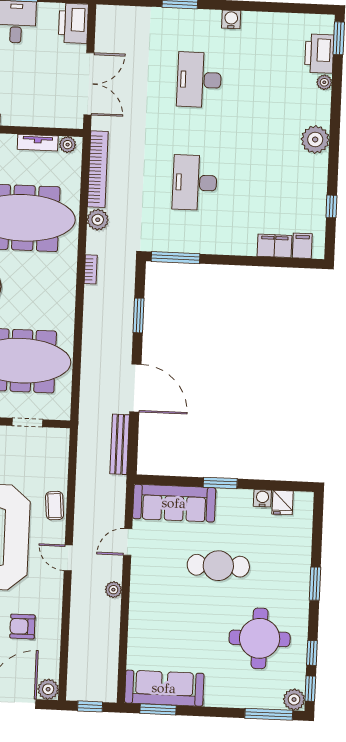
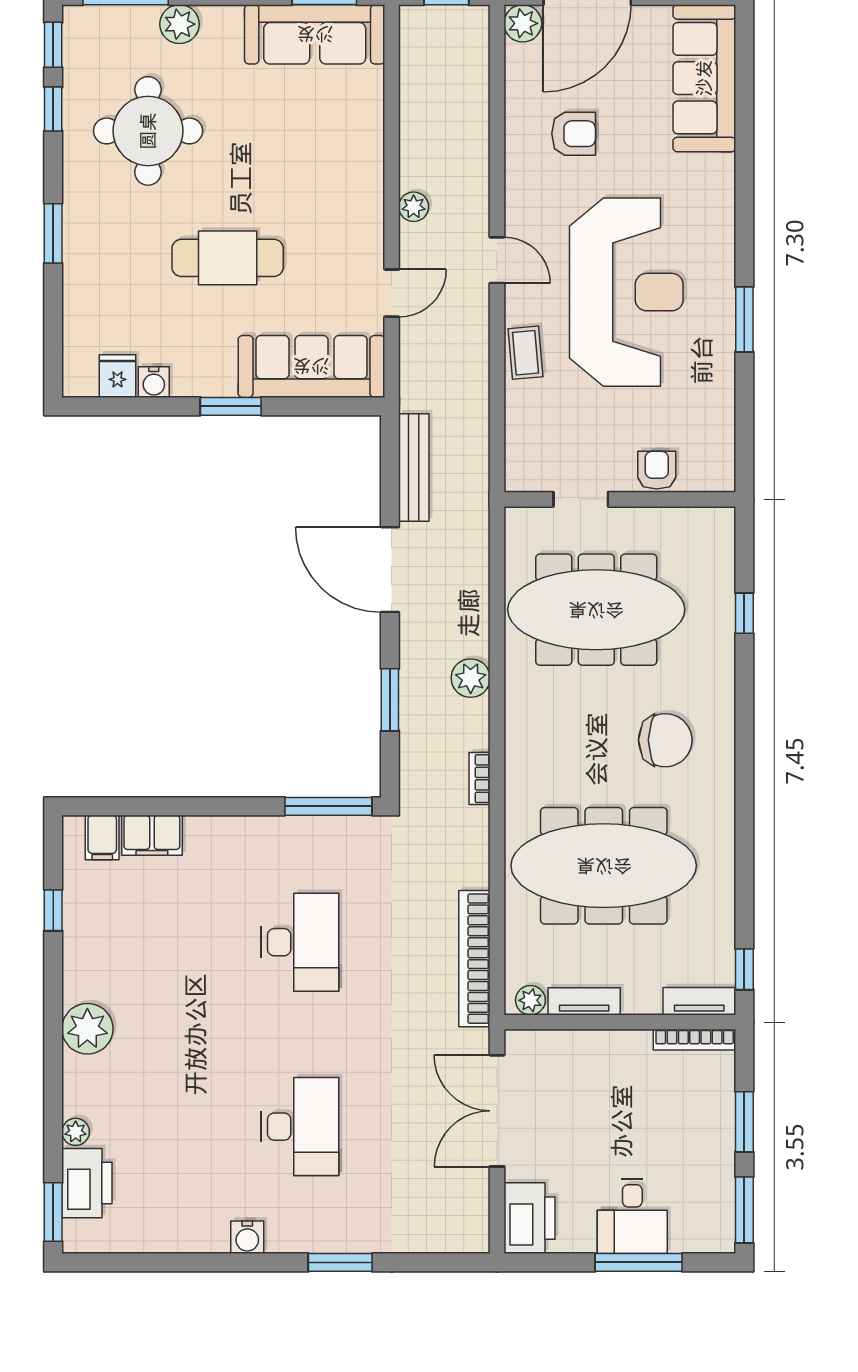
plant: (98, 220) -> (471, 678), moved
plant: (294, 700) -> (180, 24), moved

